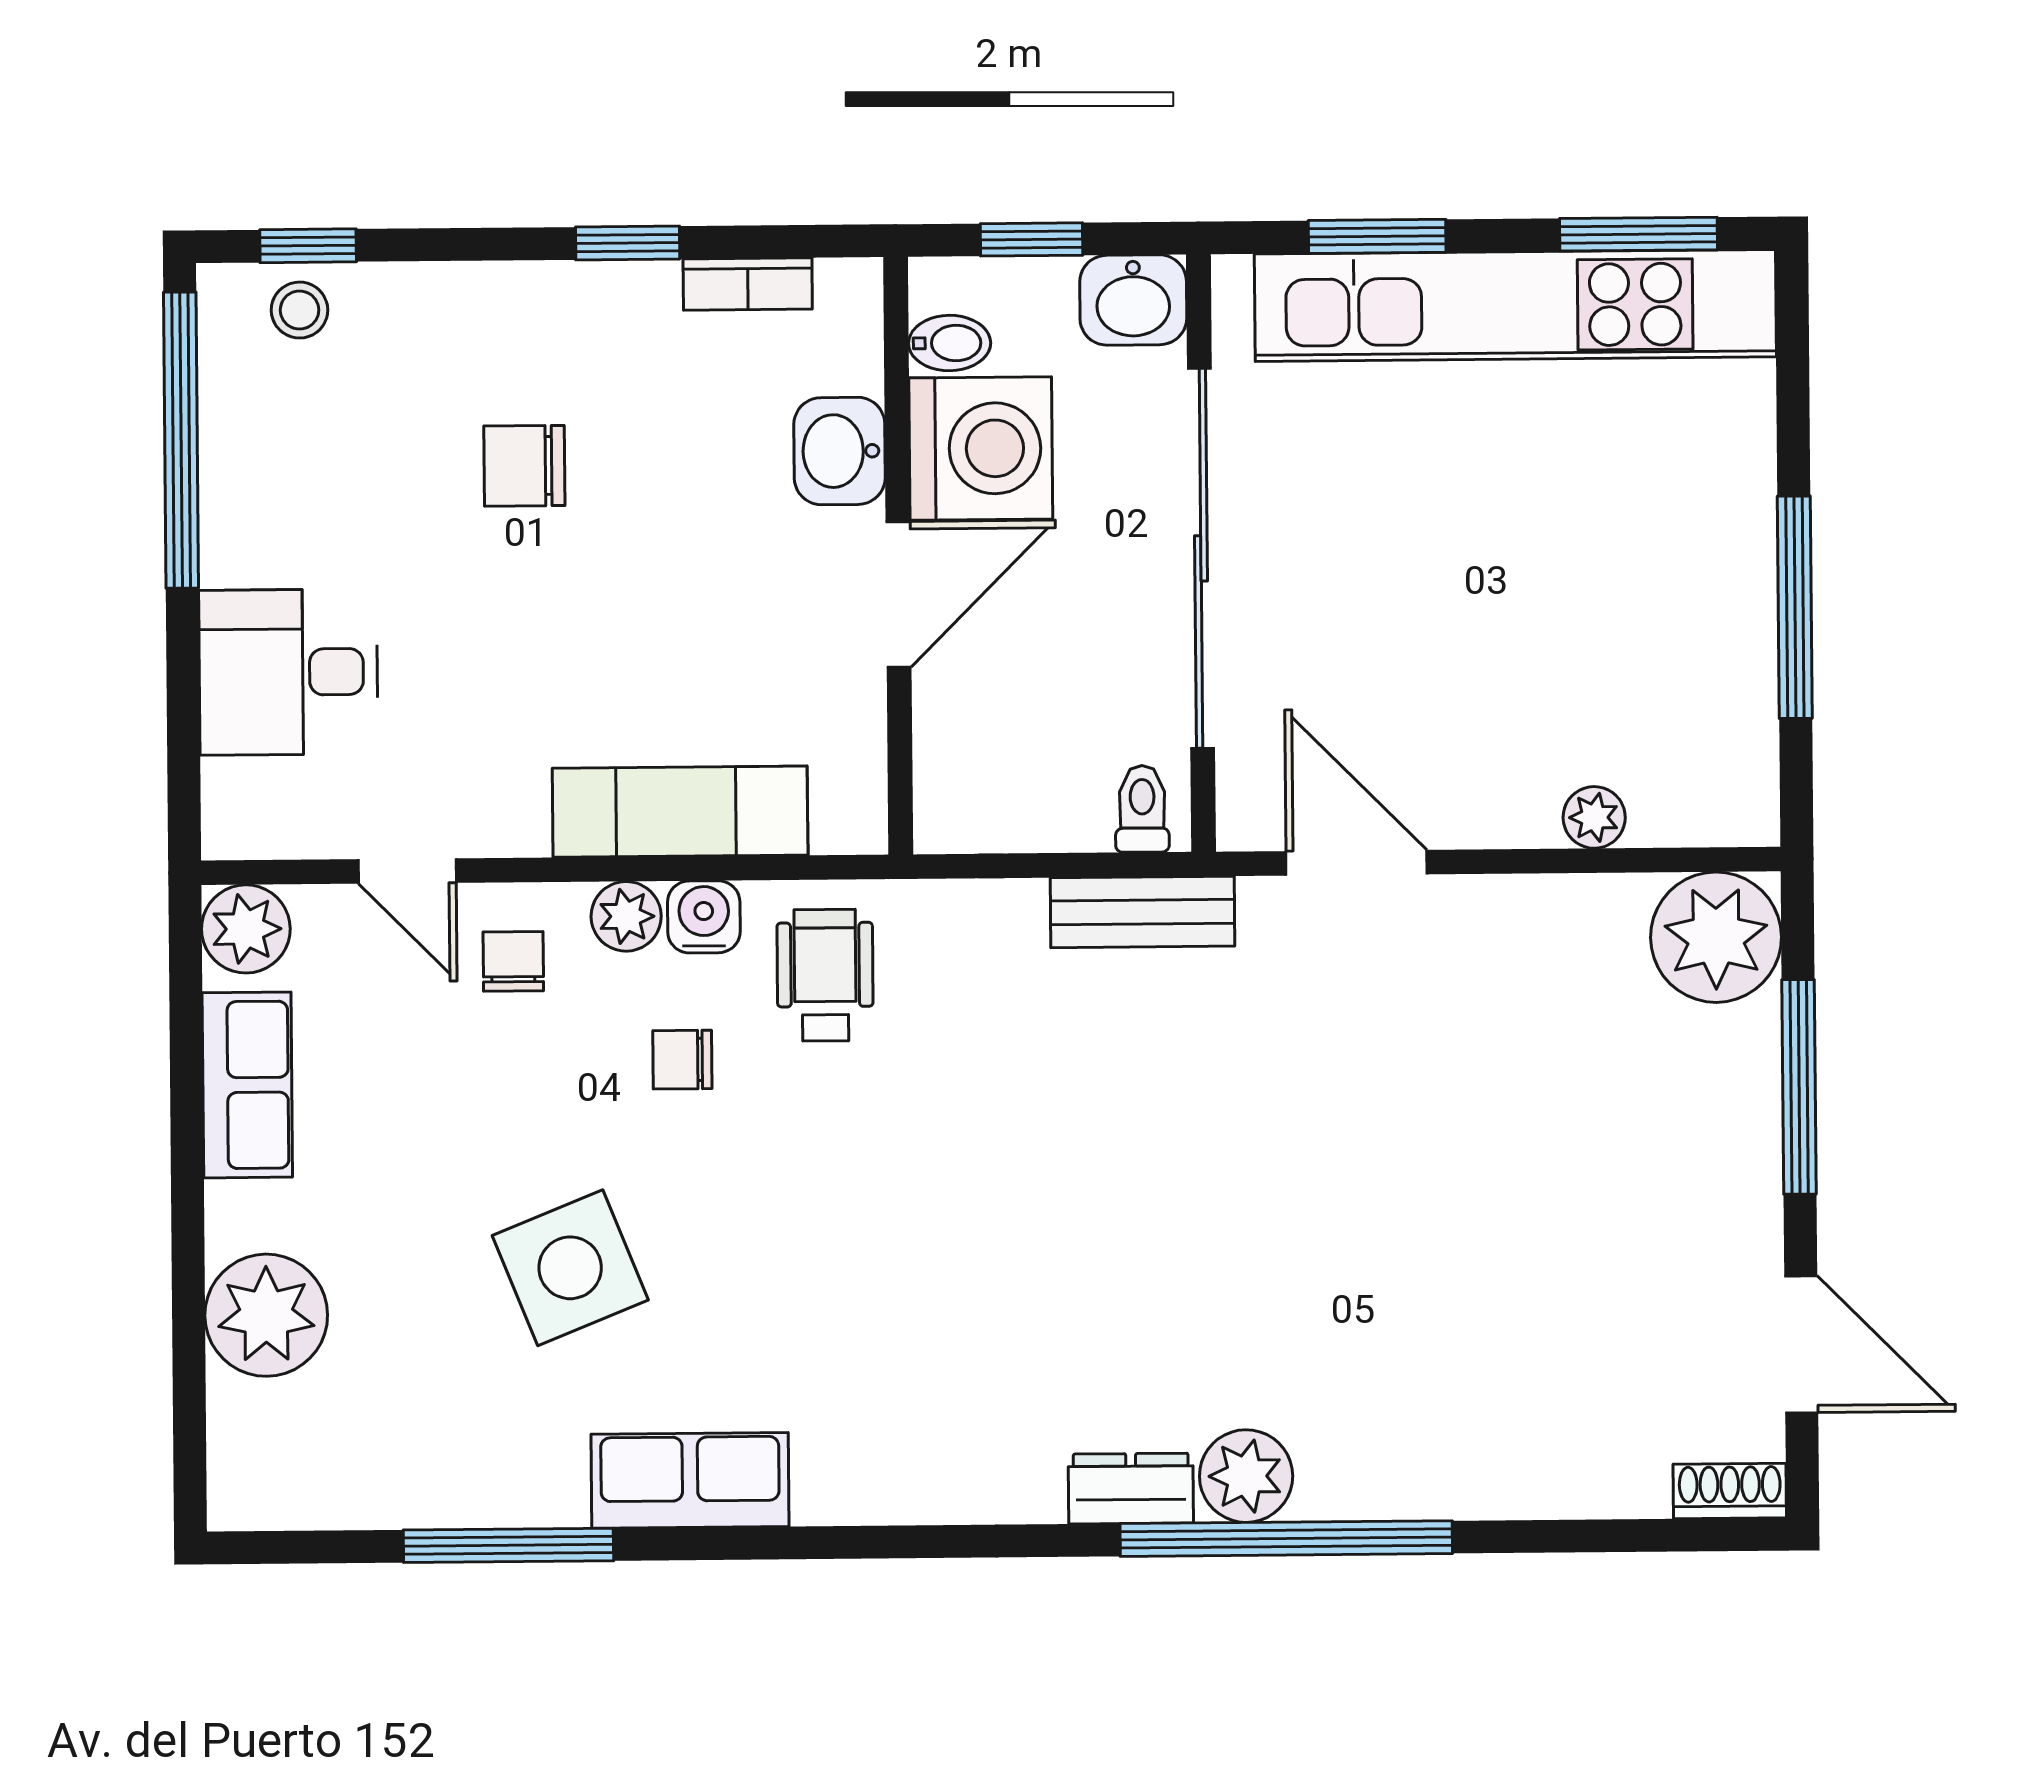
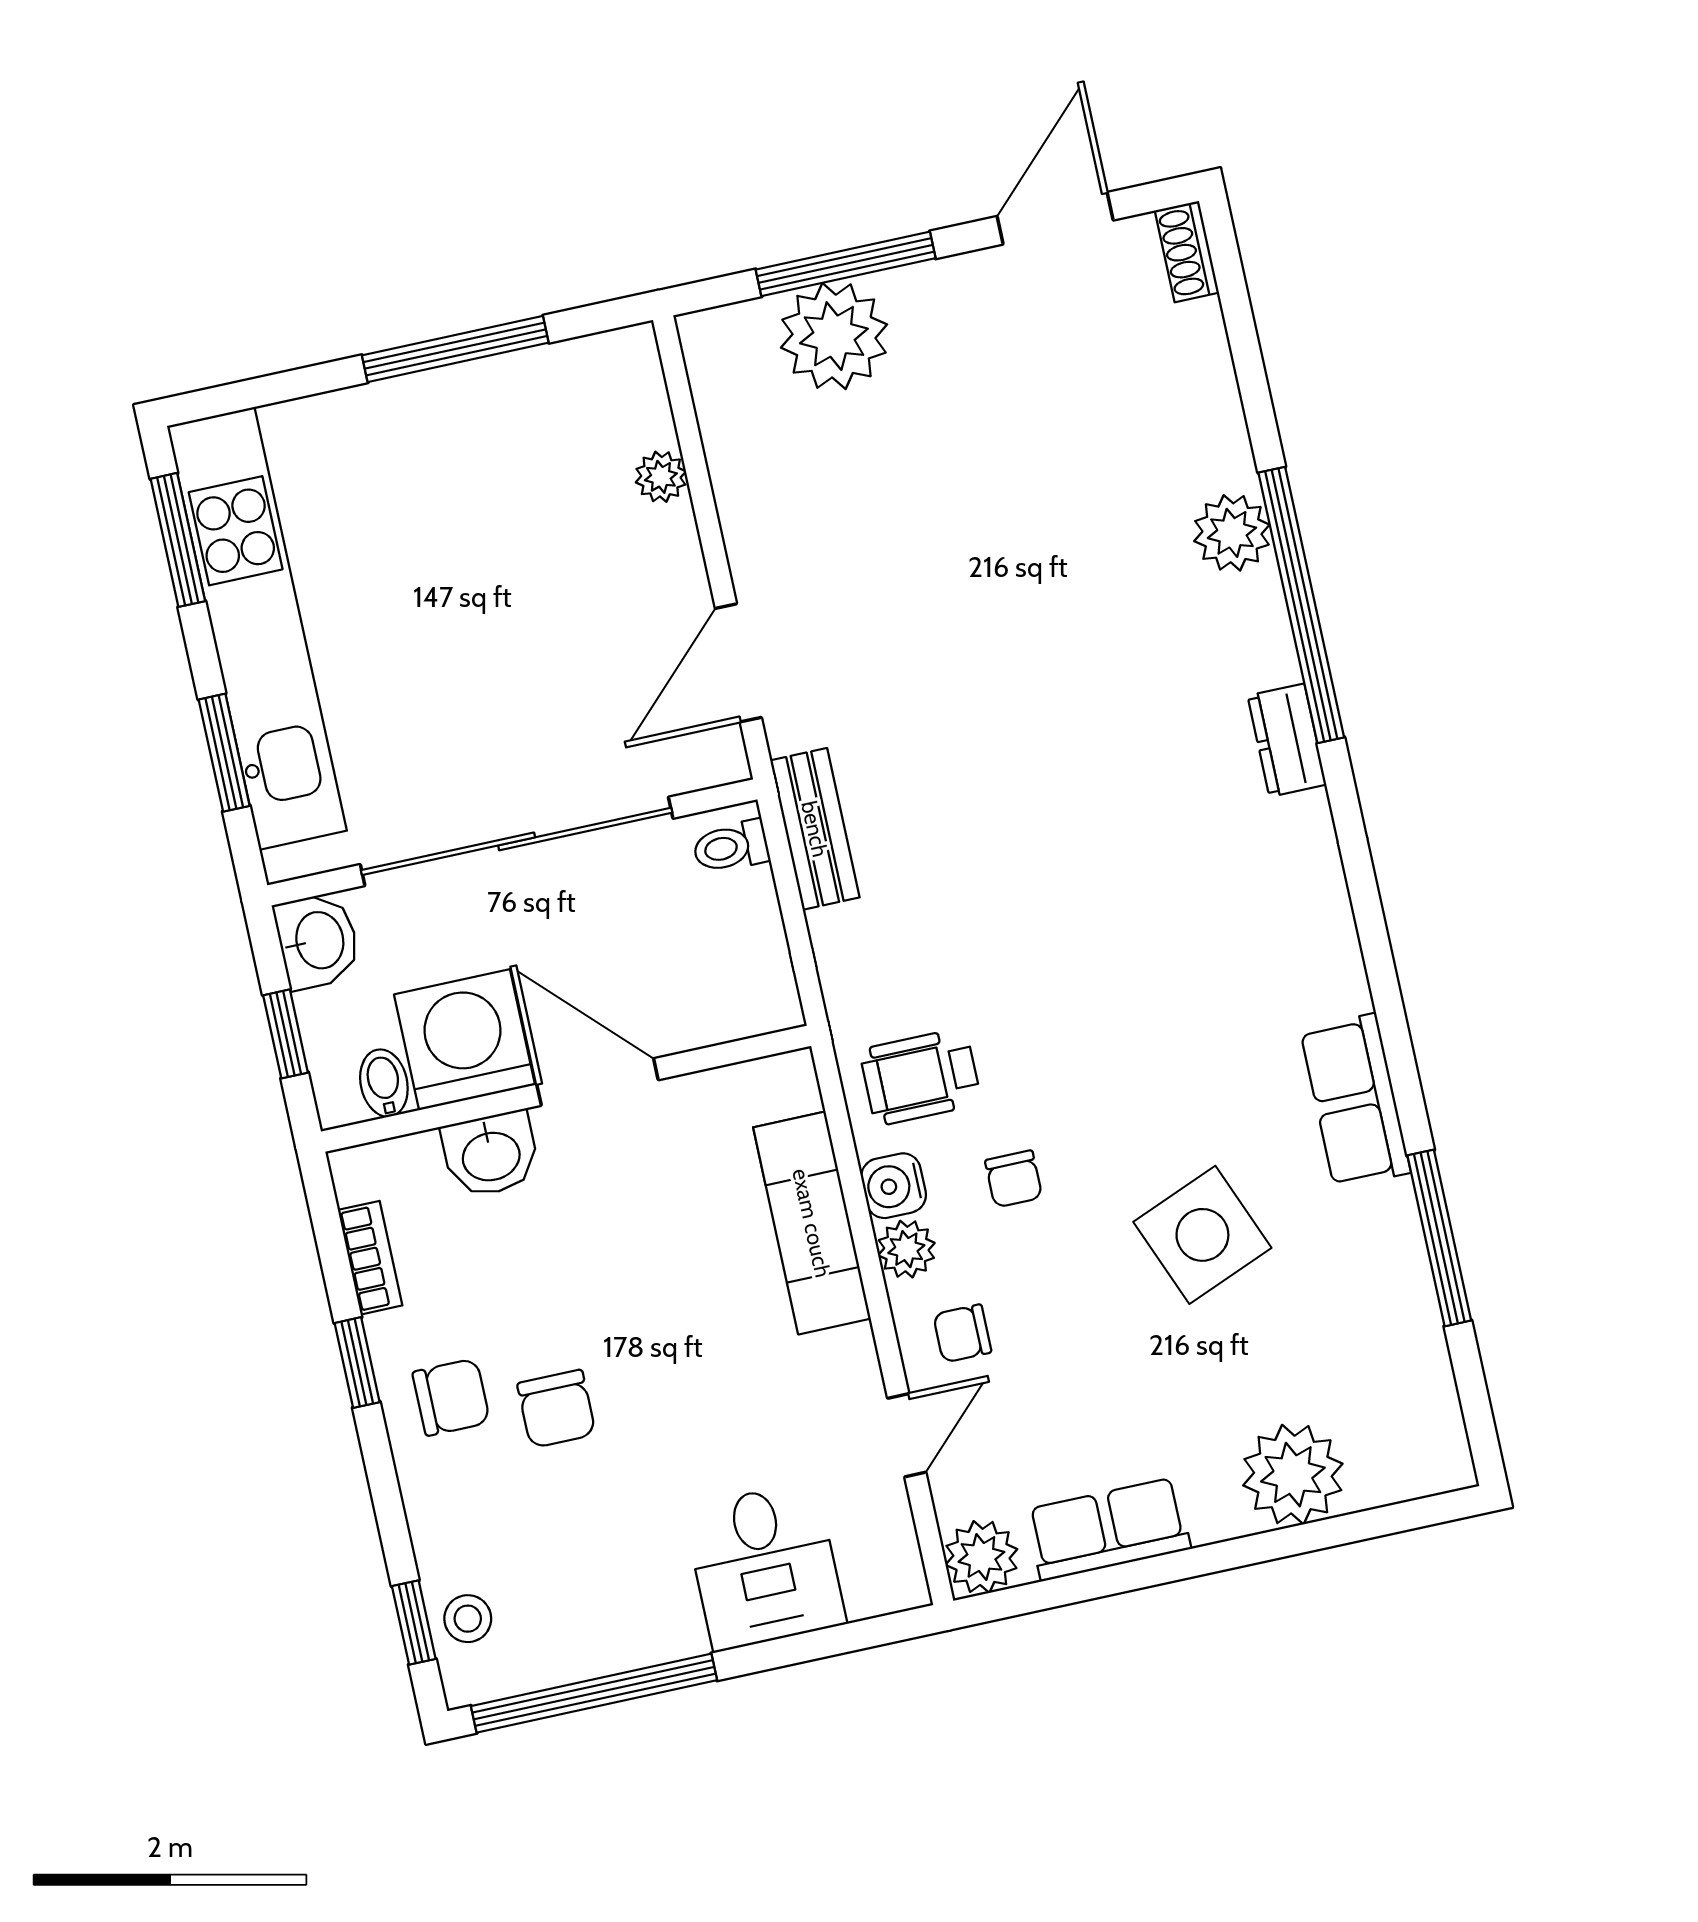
chair: (564, 345) -> (451, 1397), added
plant: (1716, 937) -> (834, 336), moved
plant: (1246, 1476) -> (1232, 533), moved

